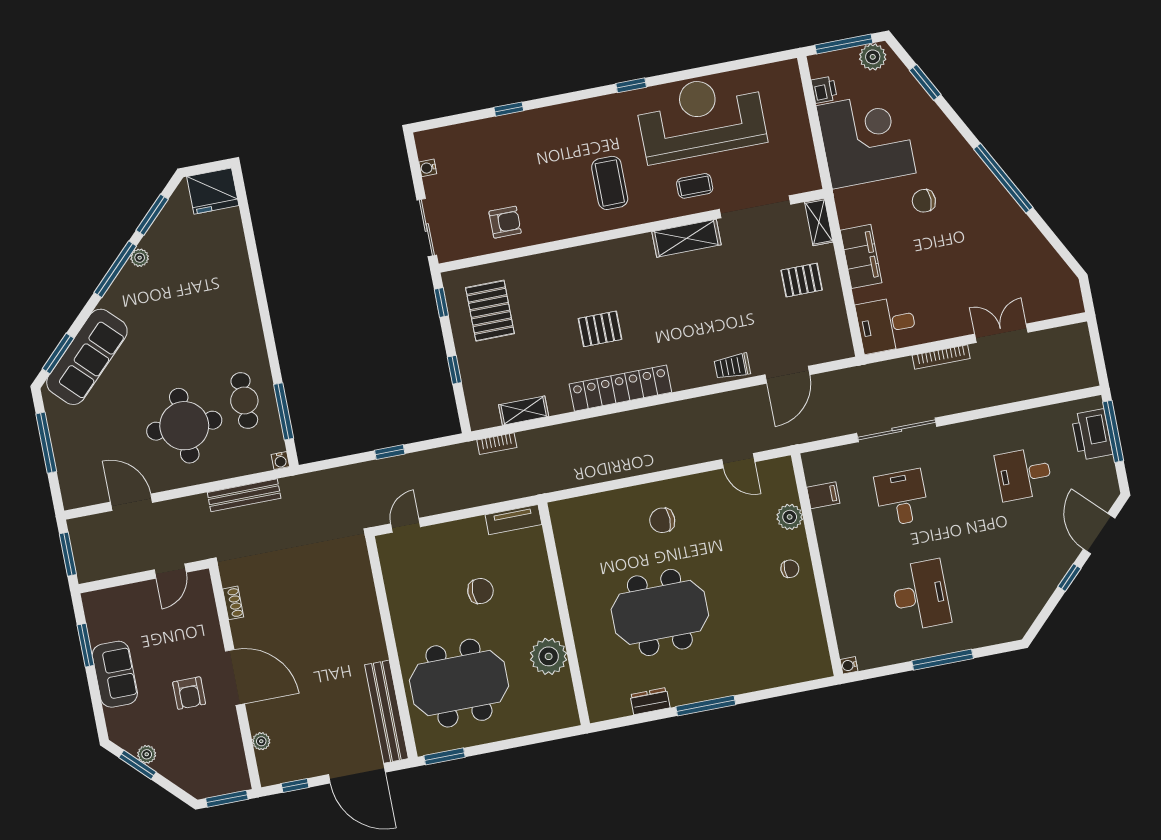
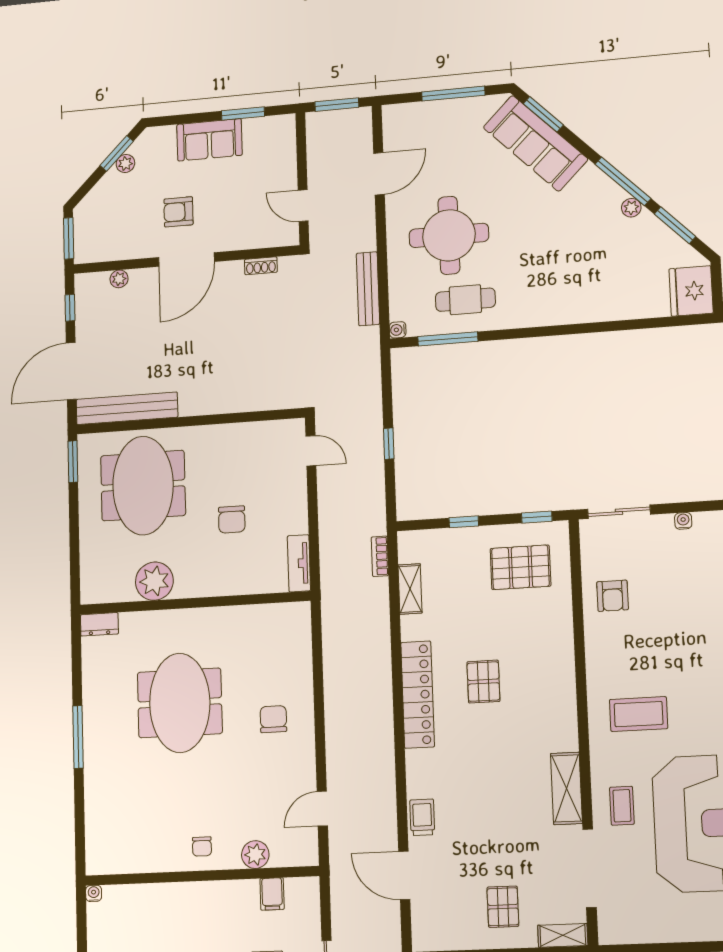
dresser: (650, 701) -> (99, 624), moved, turned 90

